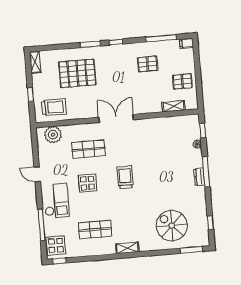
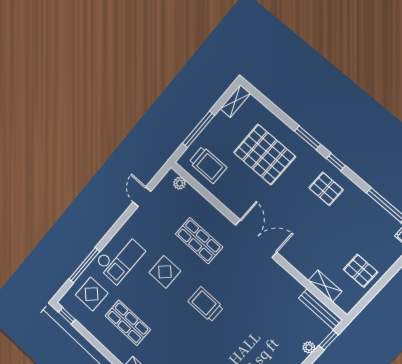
pallet: (147, 64) -> (326, 189), moved
window: (31, 95) -> (198, 129), width x2.17
bench: (183, 120) -> (320, 309), added
plant: (53, 135) -> (180, 183), width x0.53, depth x0.53
door: (37, 174) -> (142, 197), moved
trolley: (125, 177) -> (206, 304), turned -90
display table: (56, 245) -> (92, 294), moved

